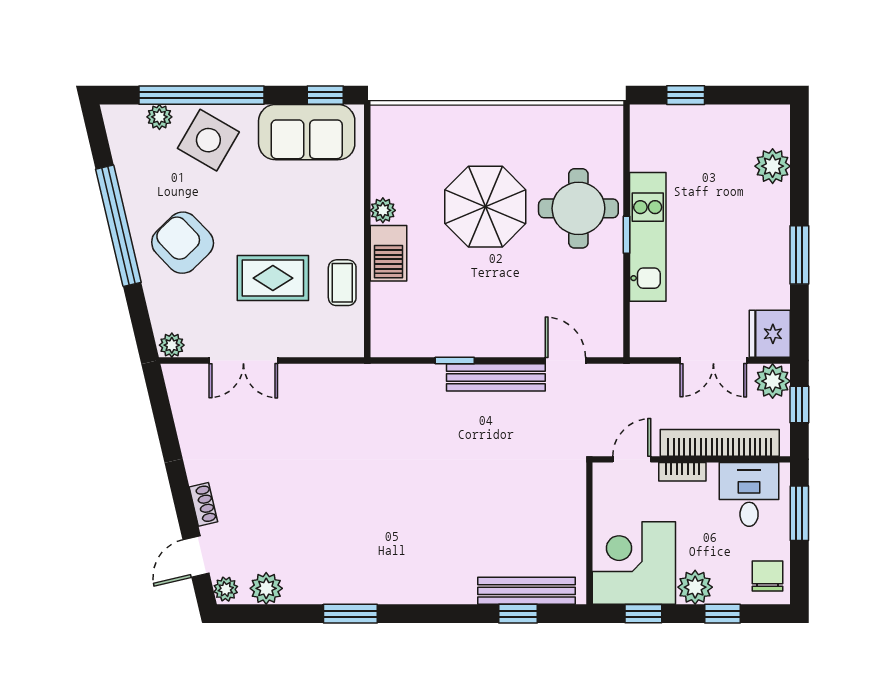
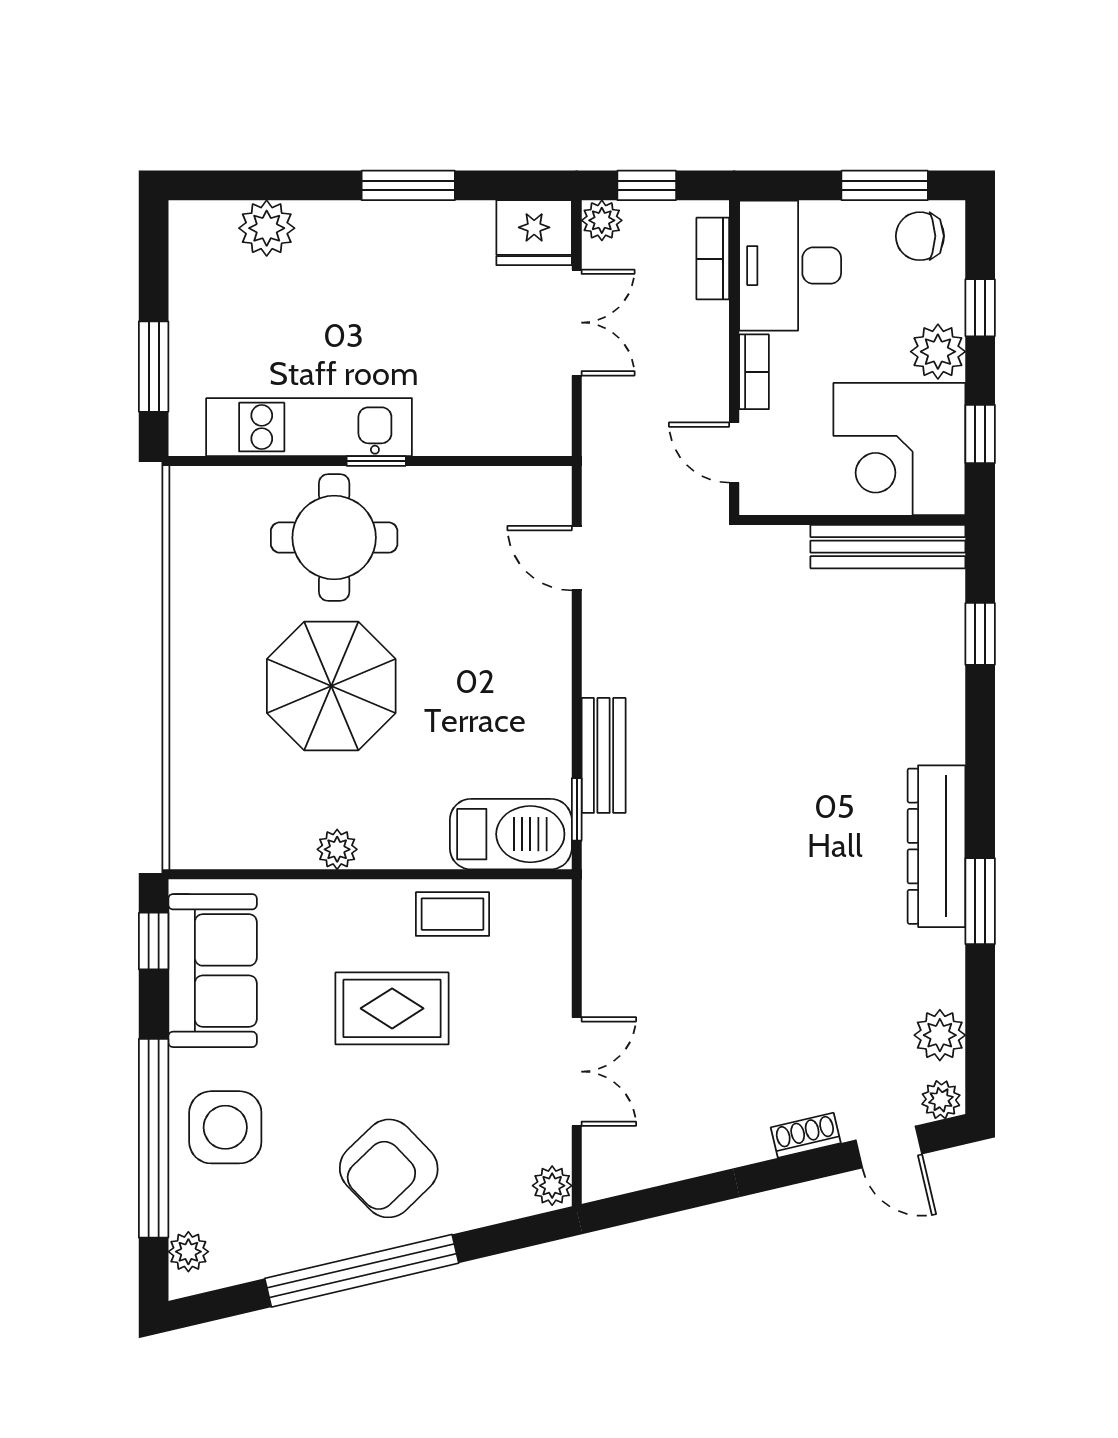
window: (686, 95) -> (154, 367), width x1.50
plant: (159, 117) -> (188, 1252), moved
side table: (208, 140) -> (225, 1127), turned -30
kitchen unit: (648, 237) -> (309, 427), moved
barbecue: (388, 253) -> (511, 834), moved, width x1.37, depth x1.21
rug: (273, 278) -> (392, 1008), moved, turned 90
window: (455, 361) -> (577, 809), moved
door: (565, 361) -> (577, 558), hinge flipped
bench: (496, 377) -> (604, 755), moved, width x0.73
plant: (773, 381) -> (602, 220), width x0.73, depth x0.73
bookcase: (720, 443) -> (713, 259), width x0.43, depth x0.76
desk: (749, 494) -> (790, 266), width x1.37
window: (799, 513) -> (885, 185), moved
dresser: (385, 586) -> (937, 846), added
bench: (526, 591) -> (888, 547), moved, turned 90

